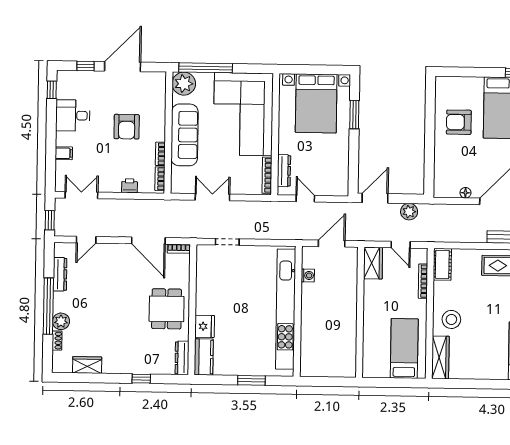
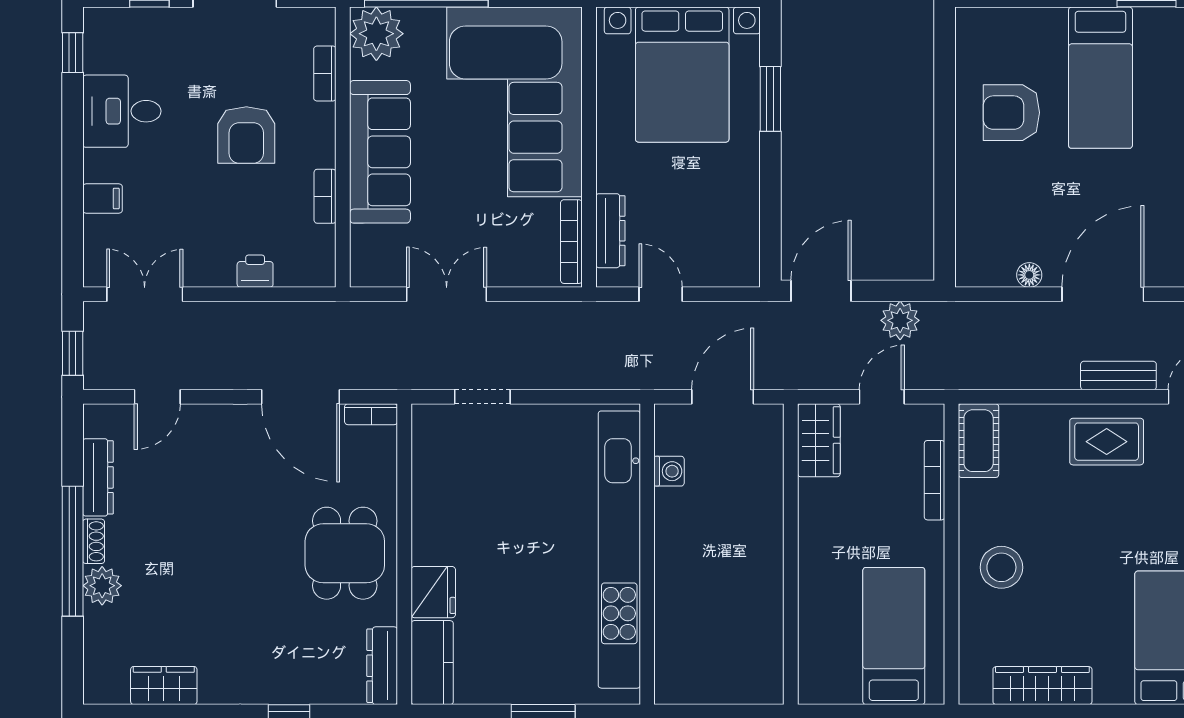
bookcase: (160, 179) -> (325, 74), moved
door: (401, 245) -> (882, 397), swing flipped
shoe rack: (57, 341) -> (94, 541), moved
wardrobe: (440, 357) -> (1042, 686), moved, turned -90

